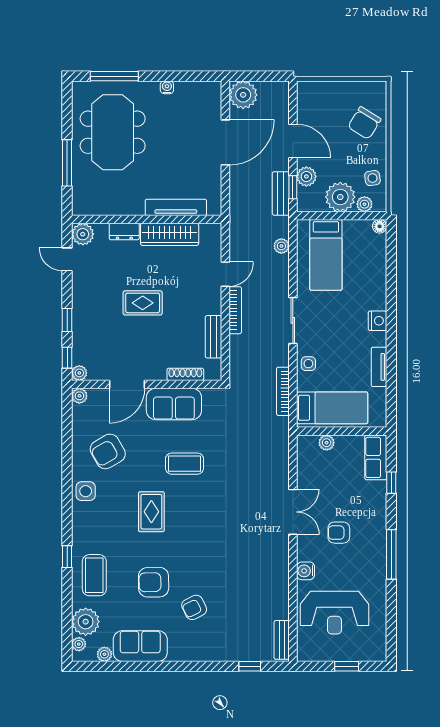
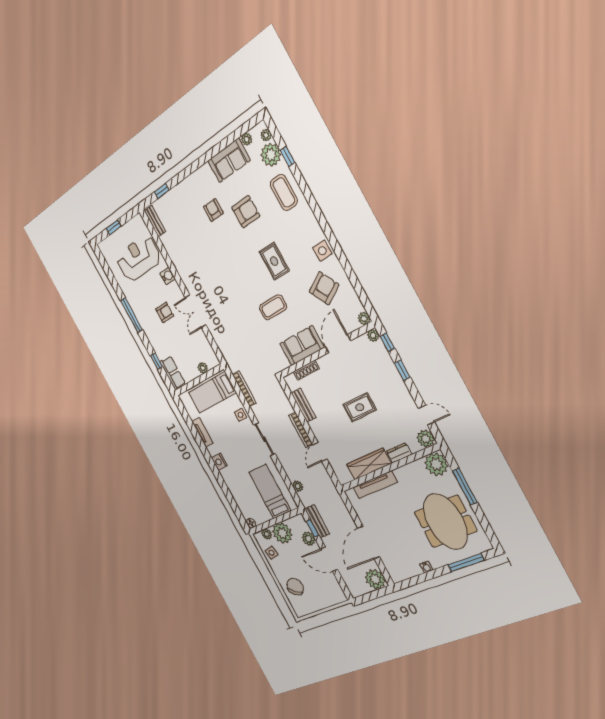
plant: (87, 201) -> (436, 464), added
window: (67, 557) -> (287, 156), moved
armchair: (194, 607) -> (213, 210), turned -64

